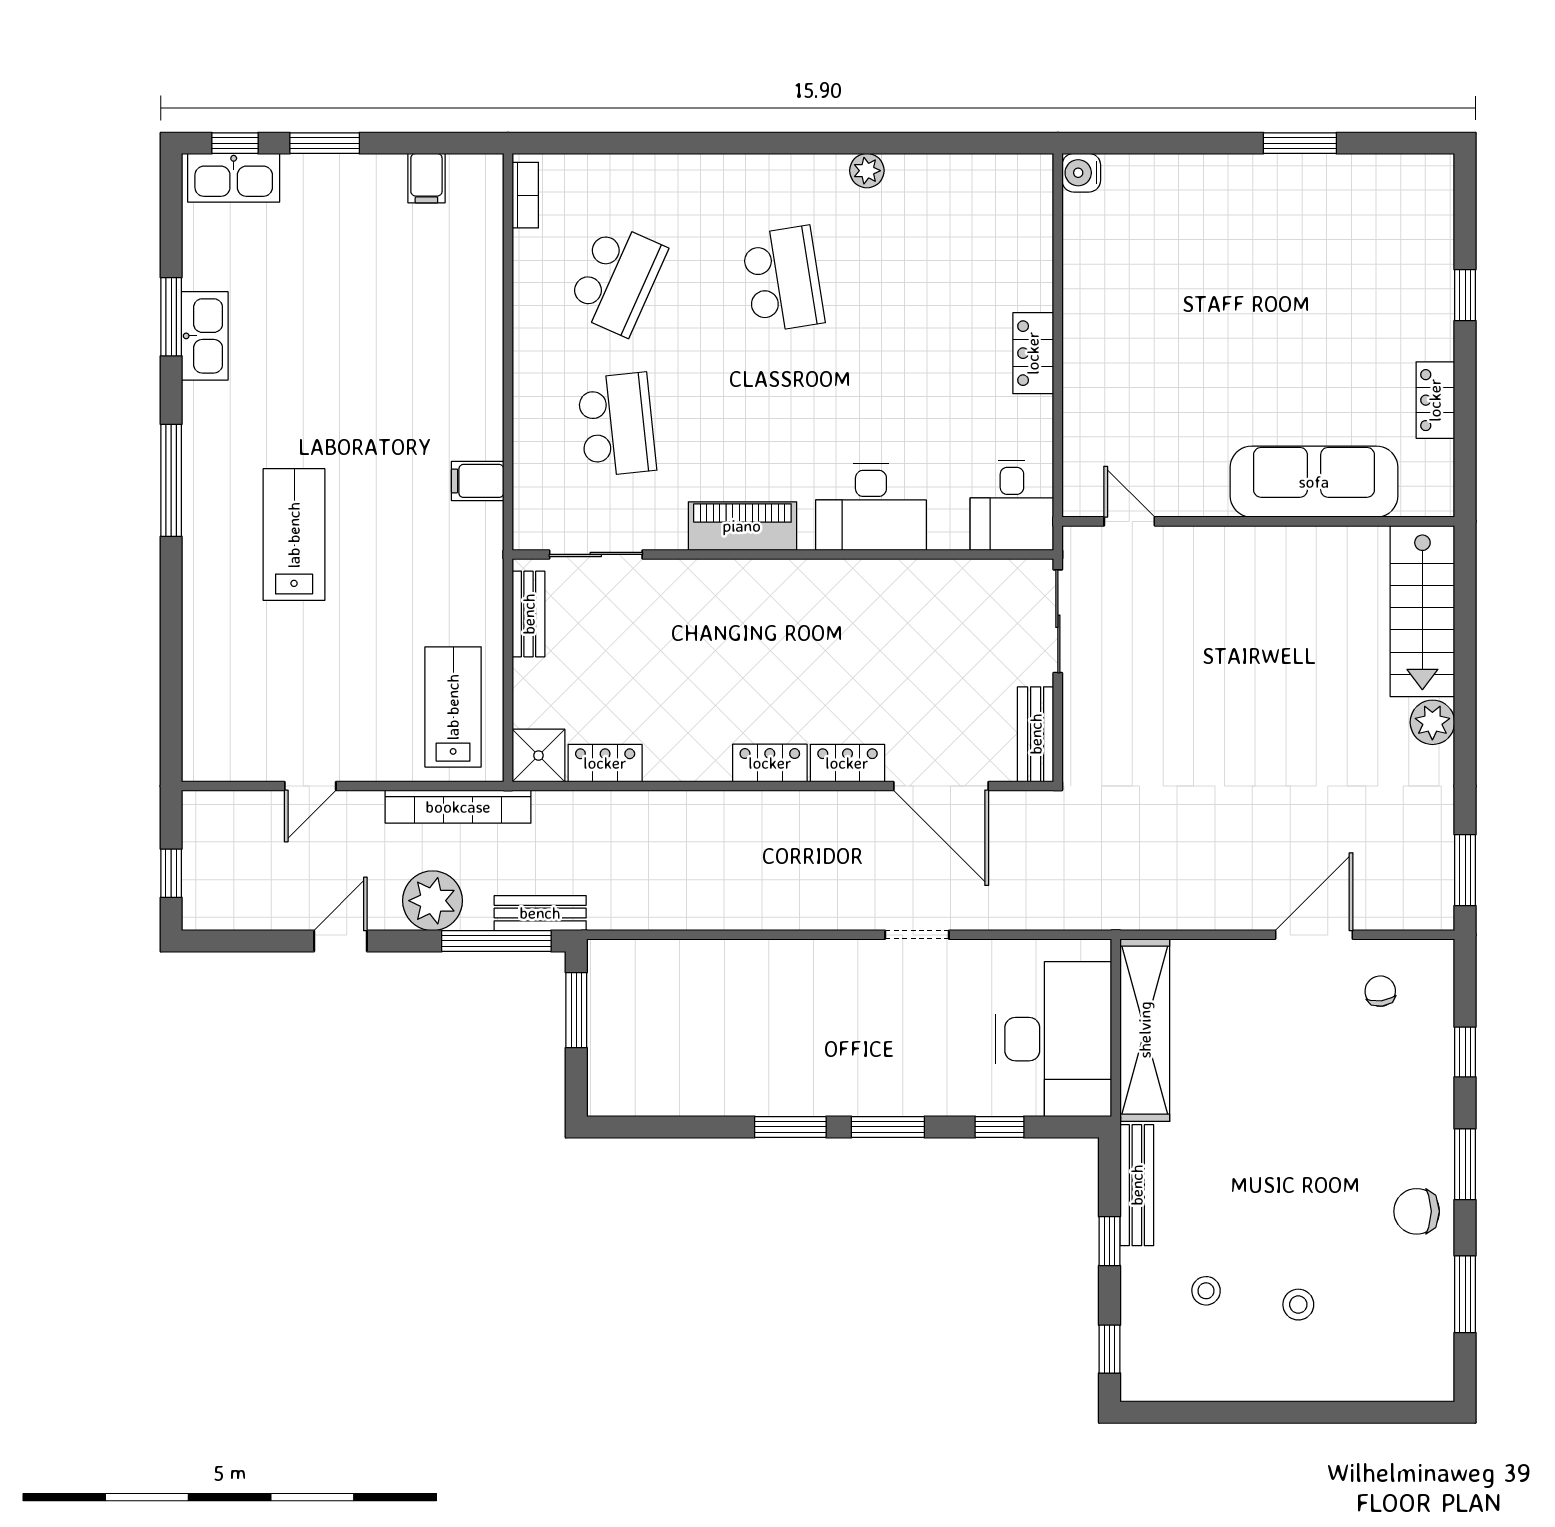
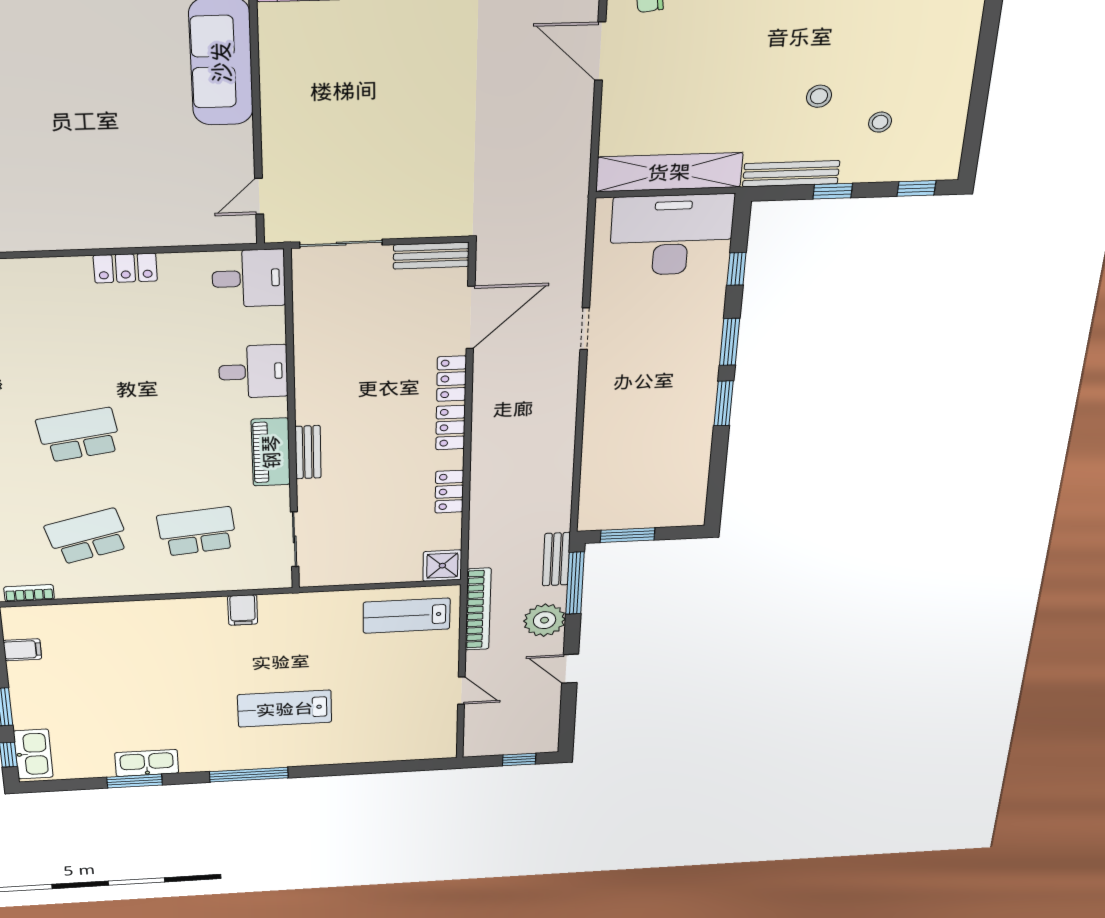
school desk: (617, 279) -> (88, 537), turned -39
desk: (871, 507) -> (253, 372), width x0.73
bench: (529, 614) -> (308, 452), moved, turned 90
locker: (605, 763) -> (449, 492), moved
stool: (1298, 1305) -> (819, 96), moved

